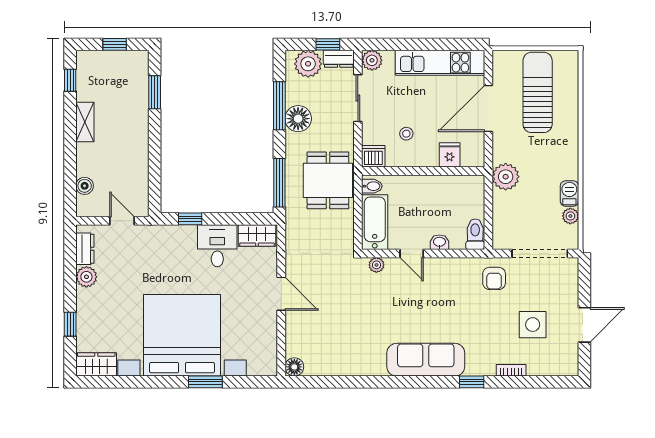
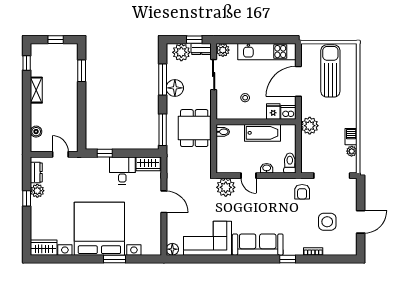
dishwasher: (373, 156) -> (288, 112), moved
bathtub: (375, 222) -> (263, 133), moved, turned 90
plant: (376, 265) -> (226, 187), width x1.87, depth x1.87
window: (70, 324) -> (27, 198), moved
corner sofa: (349, 350) -> (208, 238), added

